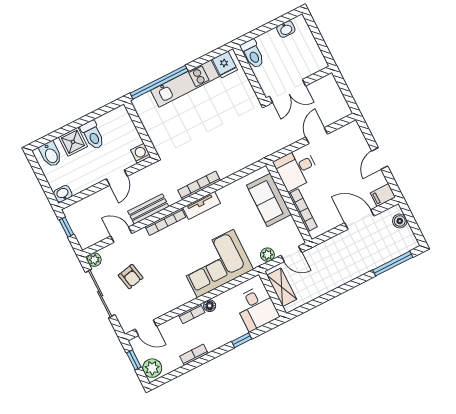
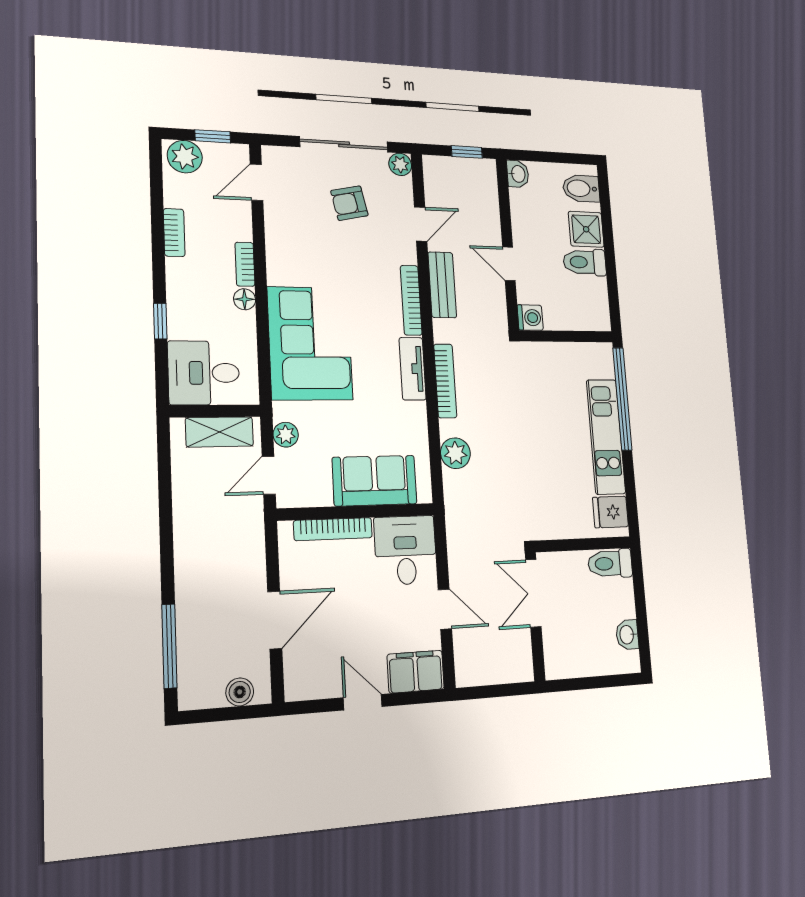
plant: (235, 164) -> (455, 453), added
filing cabinet: (383, 195) -> (416, 672), moved, width x2.00

